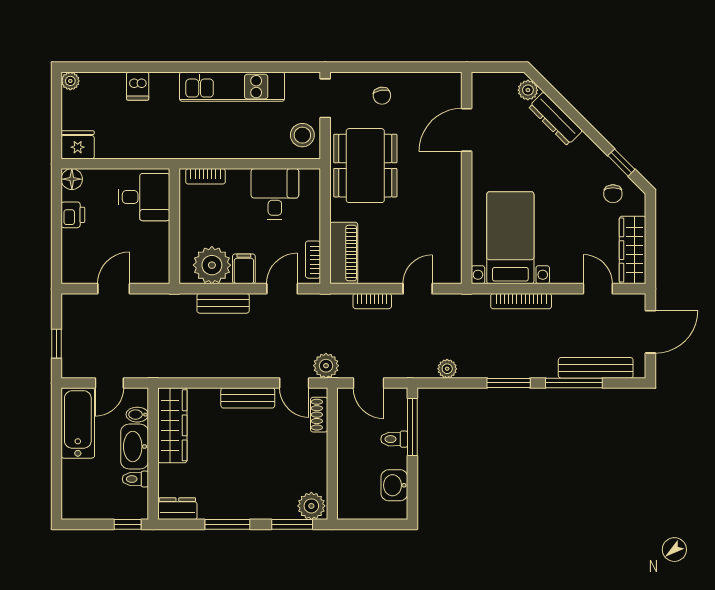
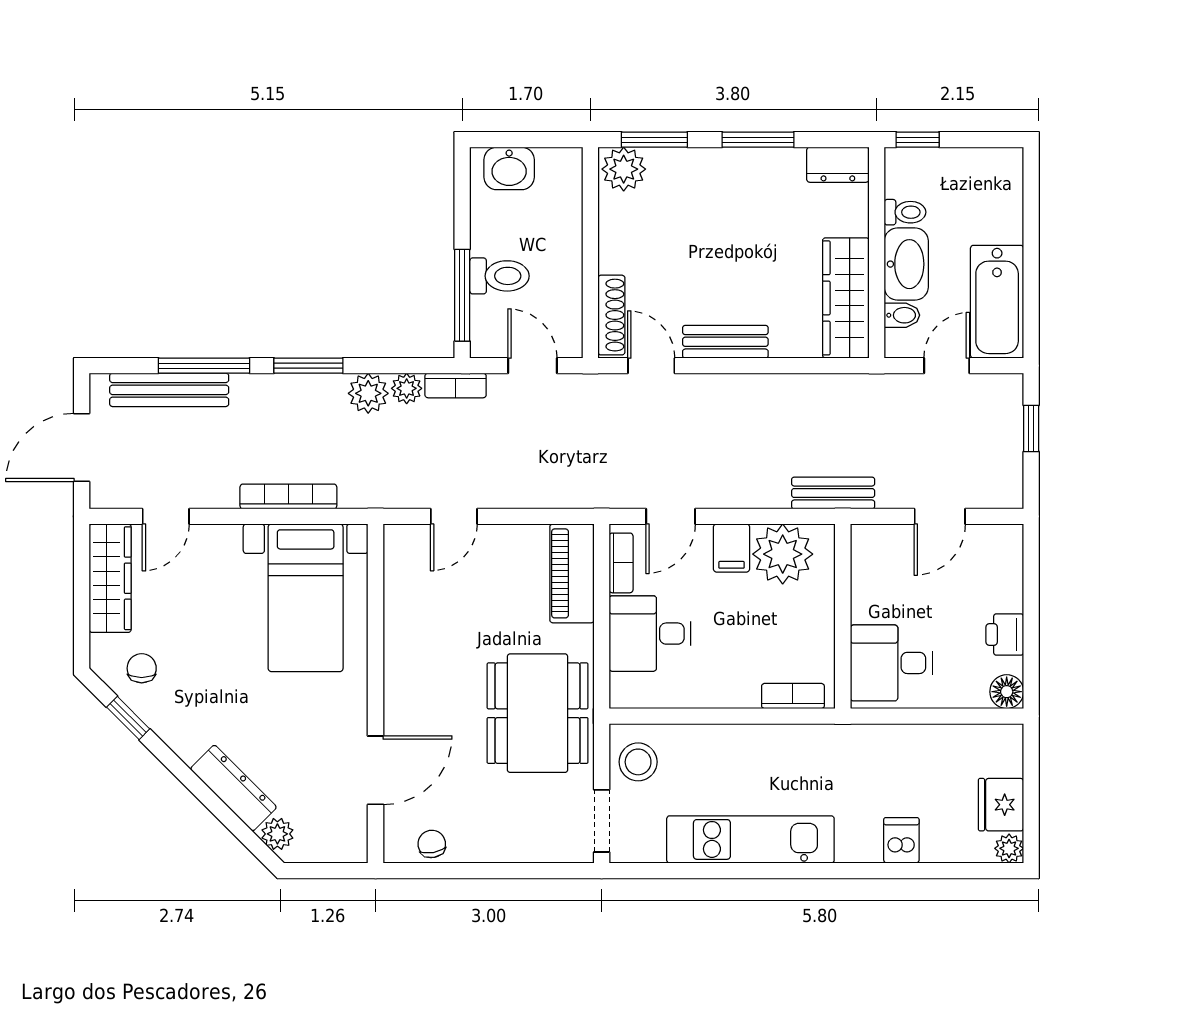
chair: (382, 96) -> (432, 844), moved
fridge: (78, 145) -> (1001, 805), moved, turned 90
desk: (275, 194) -> (650, 634), moved, turned 90
door: (598, 289) -> (166, 516), hinge flipped
bookcase: (372, 301) -> (456, 385), moved, turned 180
bench: (223, 303) -> (833, 493), moved
plant: (326, 366) -> (368, 393), moved
shoe rack: (319, 415) -> (611, 315), width x1.43
toilet: (394, 439) -> (499, 276), width x1.37, depth x1.39
washbasin: (394, 485) -> (509, 168), moved, turned 90

